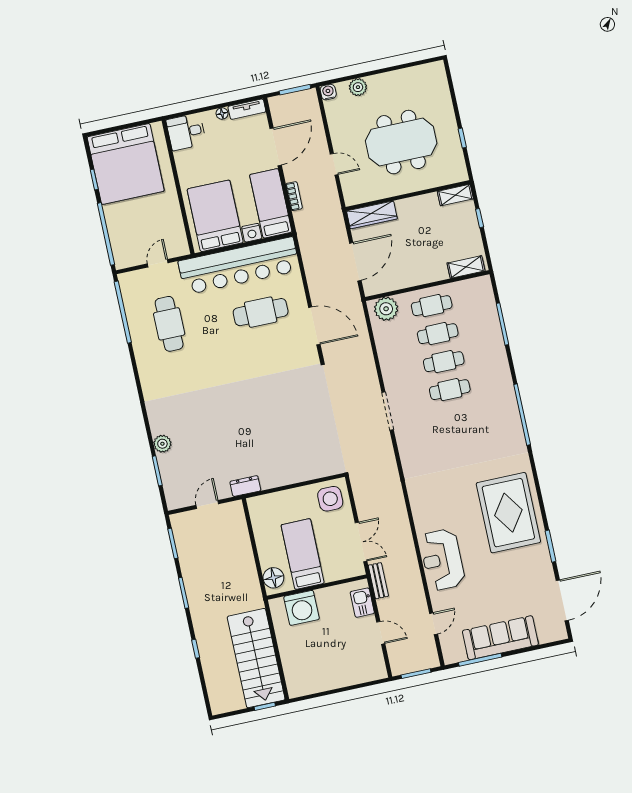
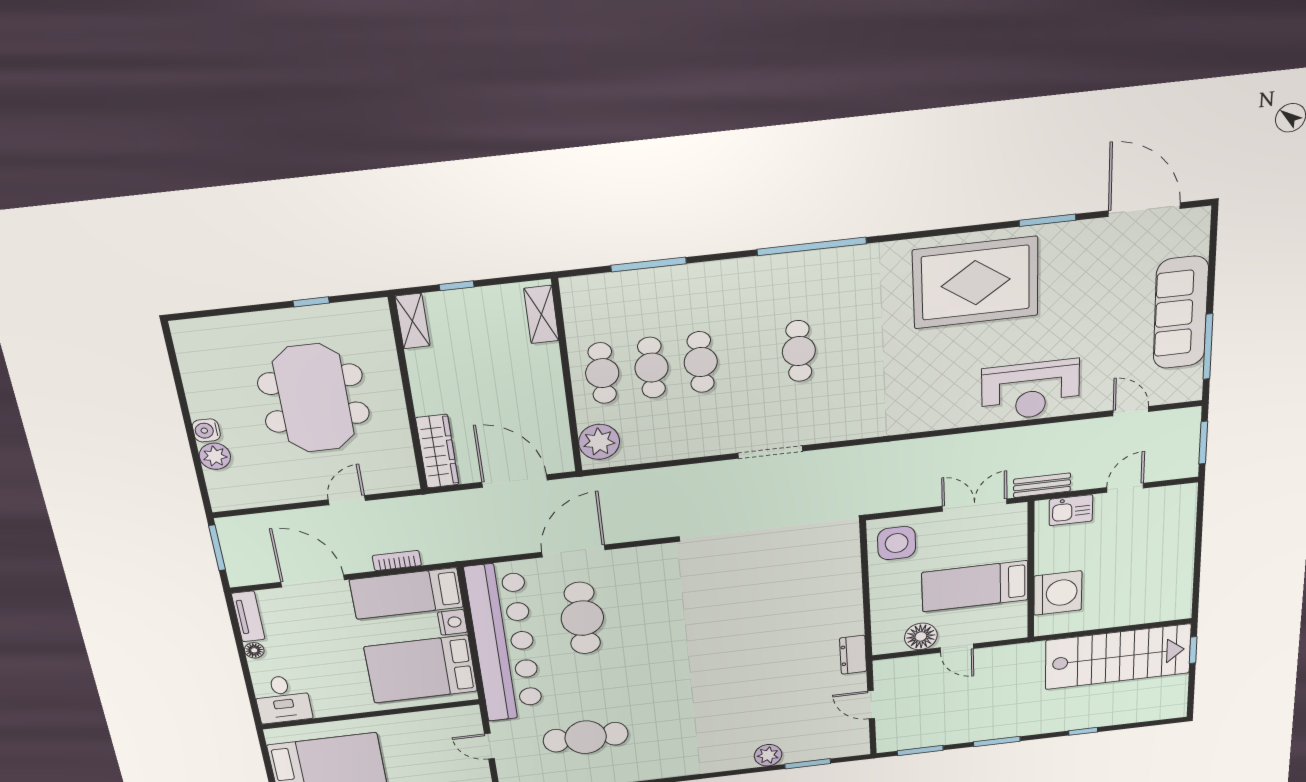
water cooler: (328, 92) -> (206, 430), moved
door: (314, 326) -> (573, 551), moved
cafe table: (450, 390) -> (799, 351), moved
door: (255, 552) -> (957, 648), added
floor lamp: (273, 578) -> (921, 636), moved

